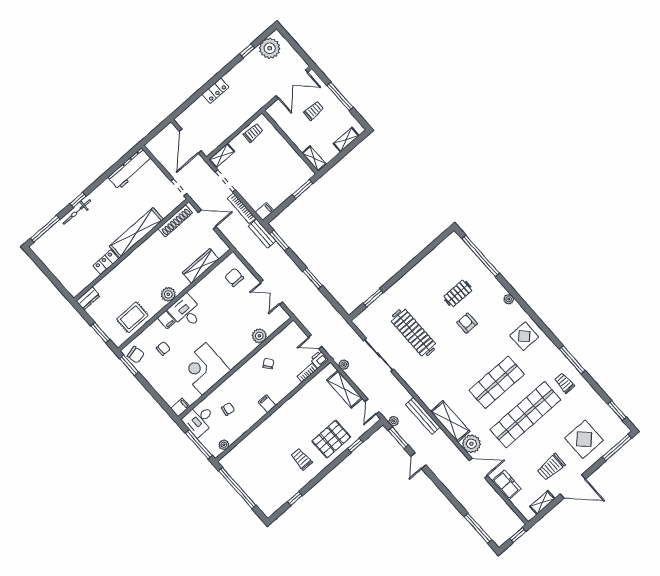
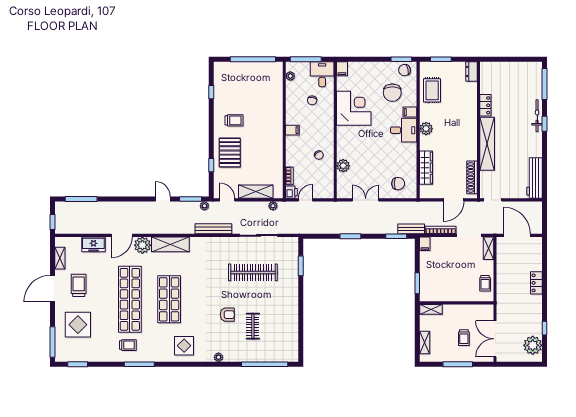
chair: (163, 348) -> (392, 93), width x1.87, depth x1.87
bench: (423, 416) -> (213, 229), moved

